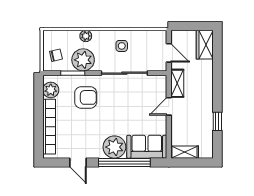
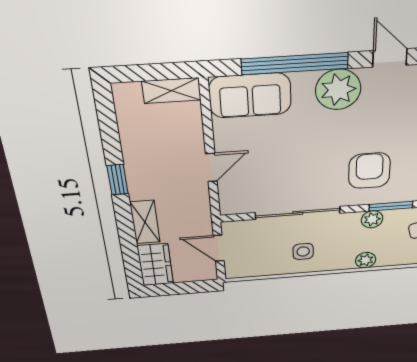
plant: (83, 60) -> (372, 219), width x0.53, depth x0.53
shelving: (177, 83) -> (145, 222), moved
armchair: (86, 97) -> (369, 171), turned 90
window: (217, 121) -> (118, 180), moved
plant: (114, 147) -> (338, 90), moved

